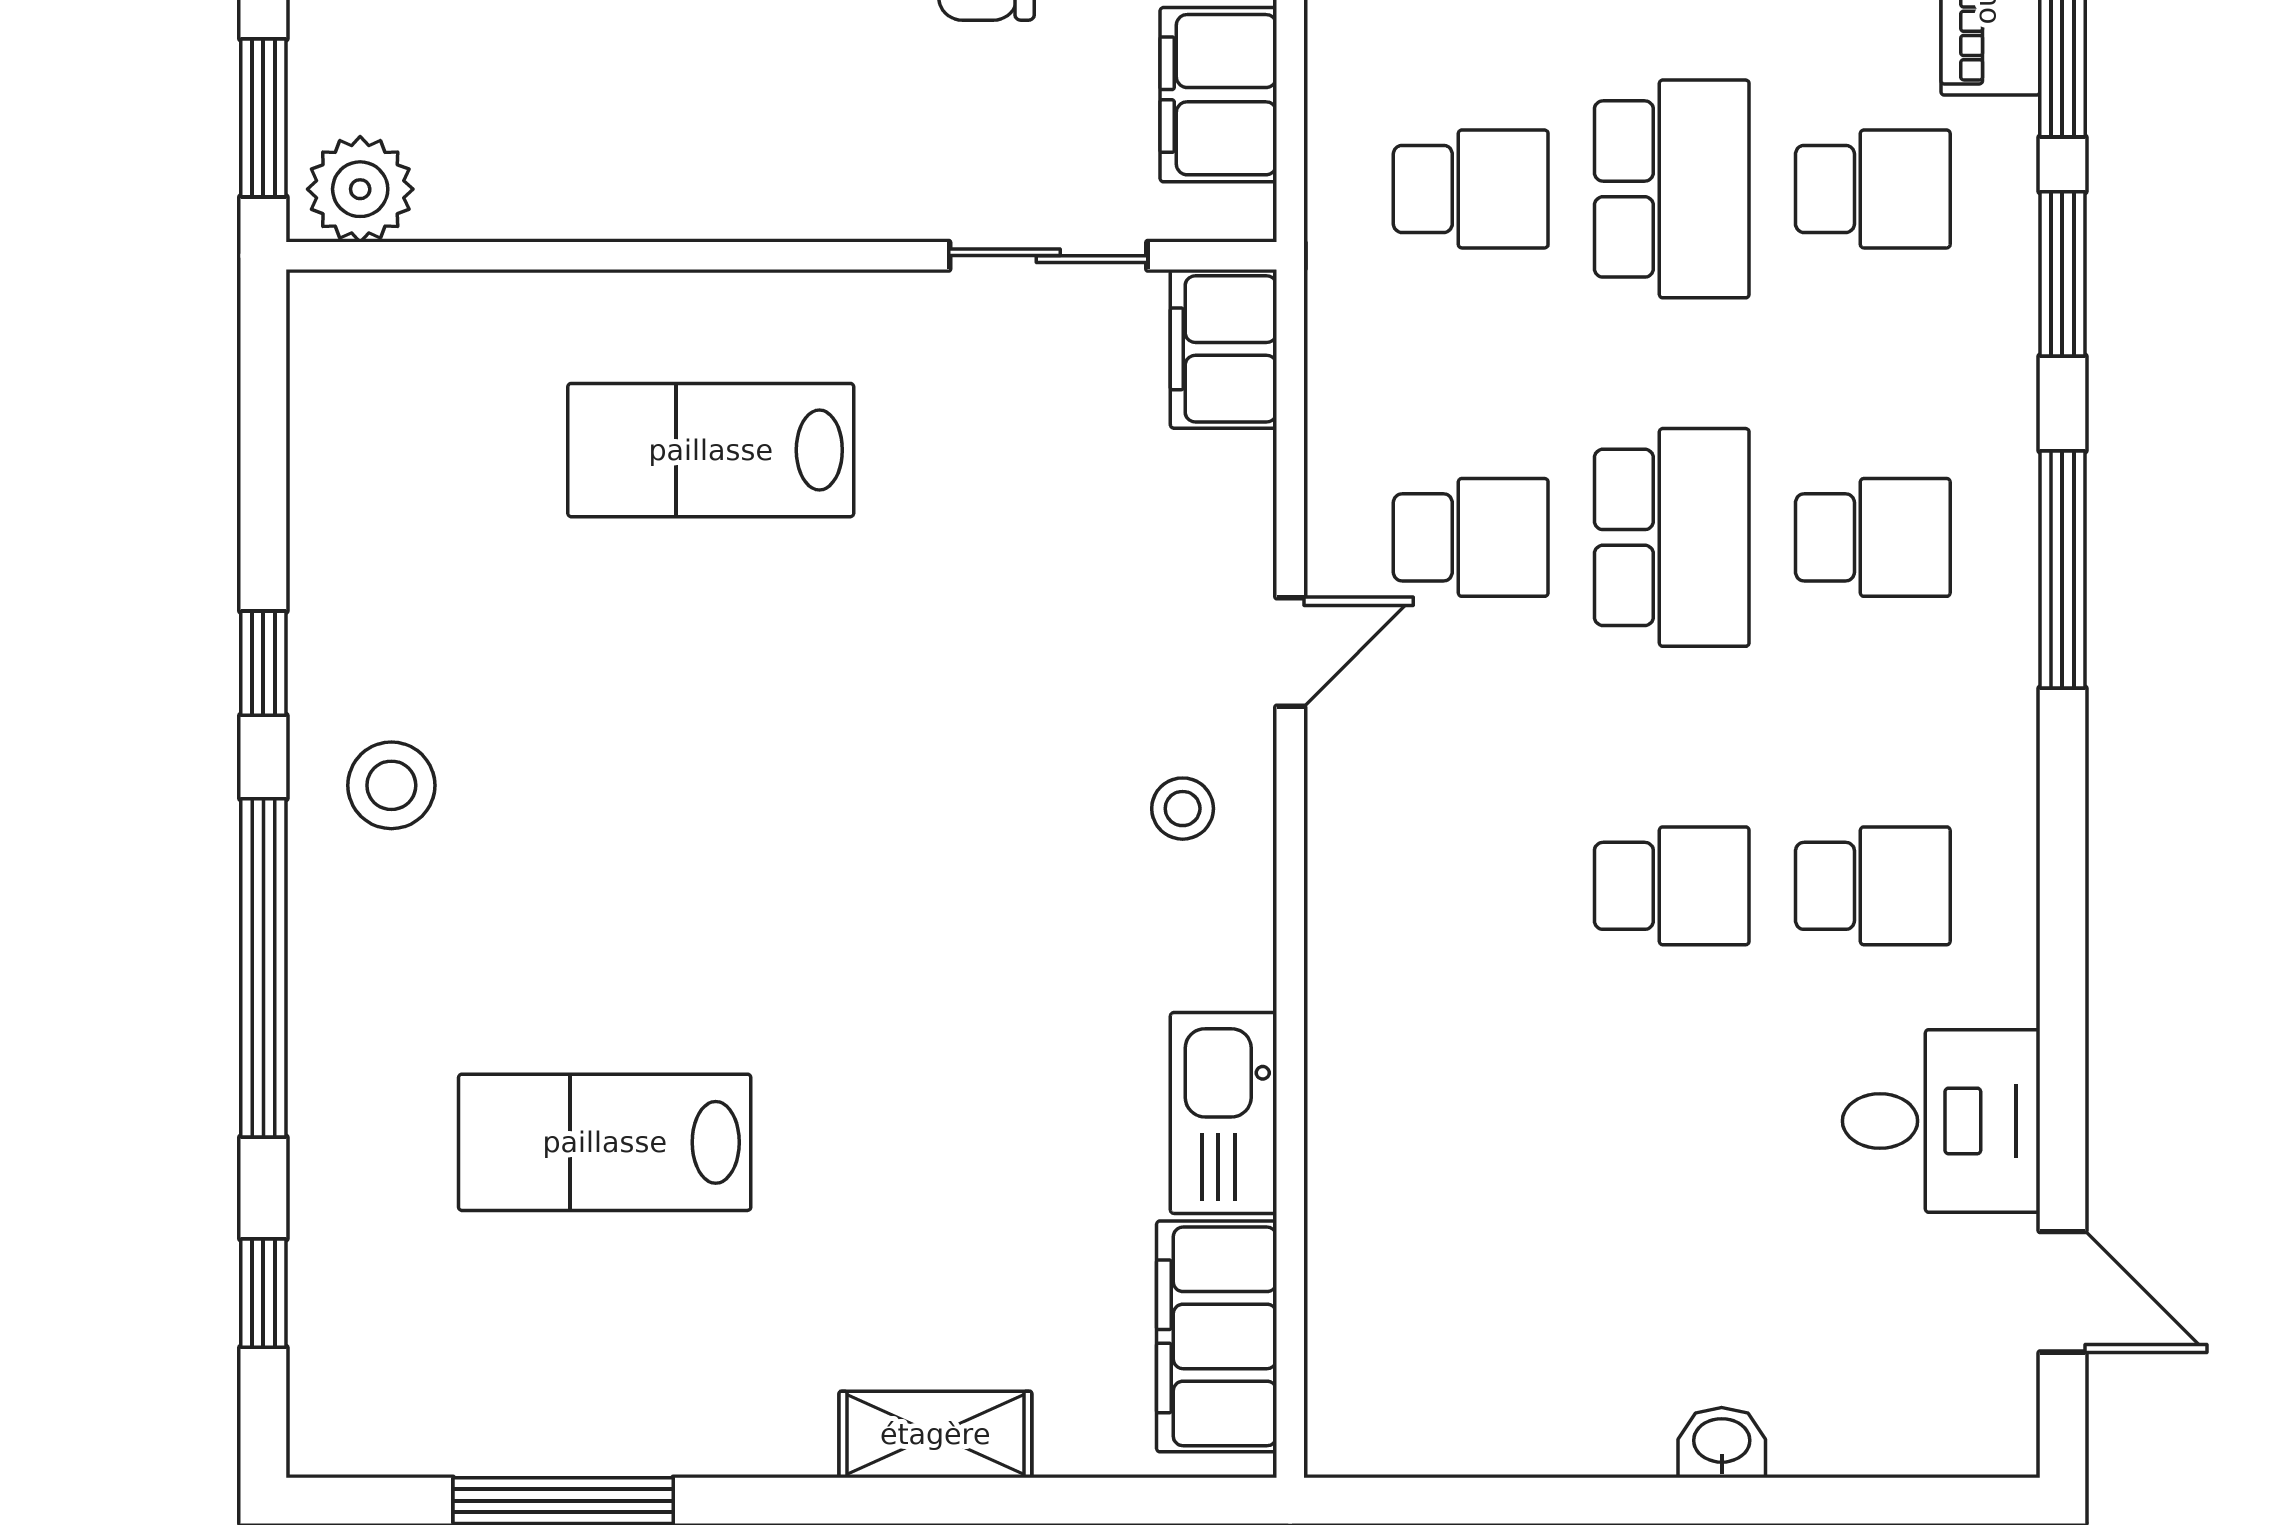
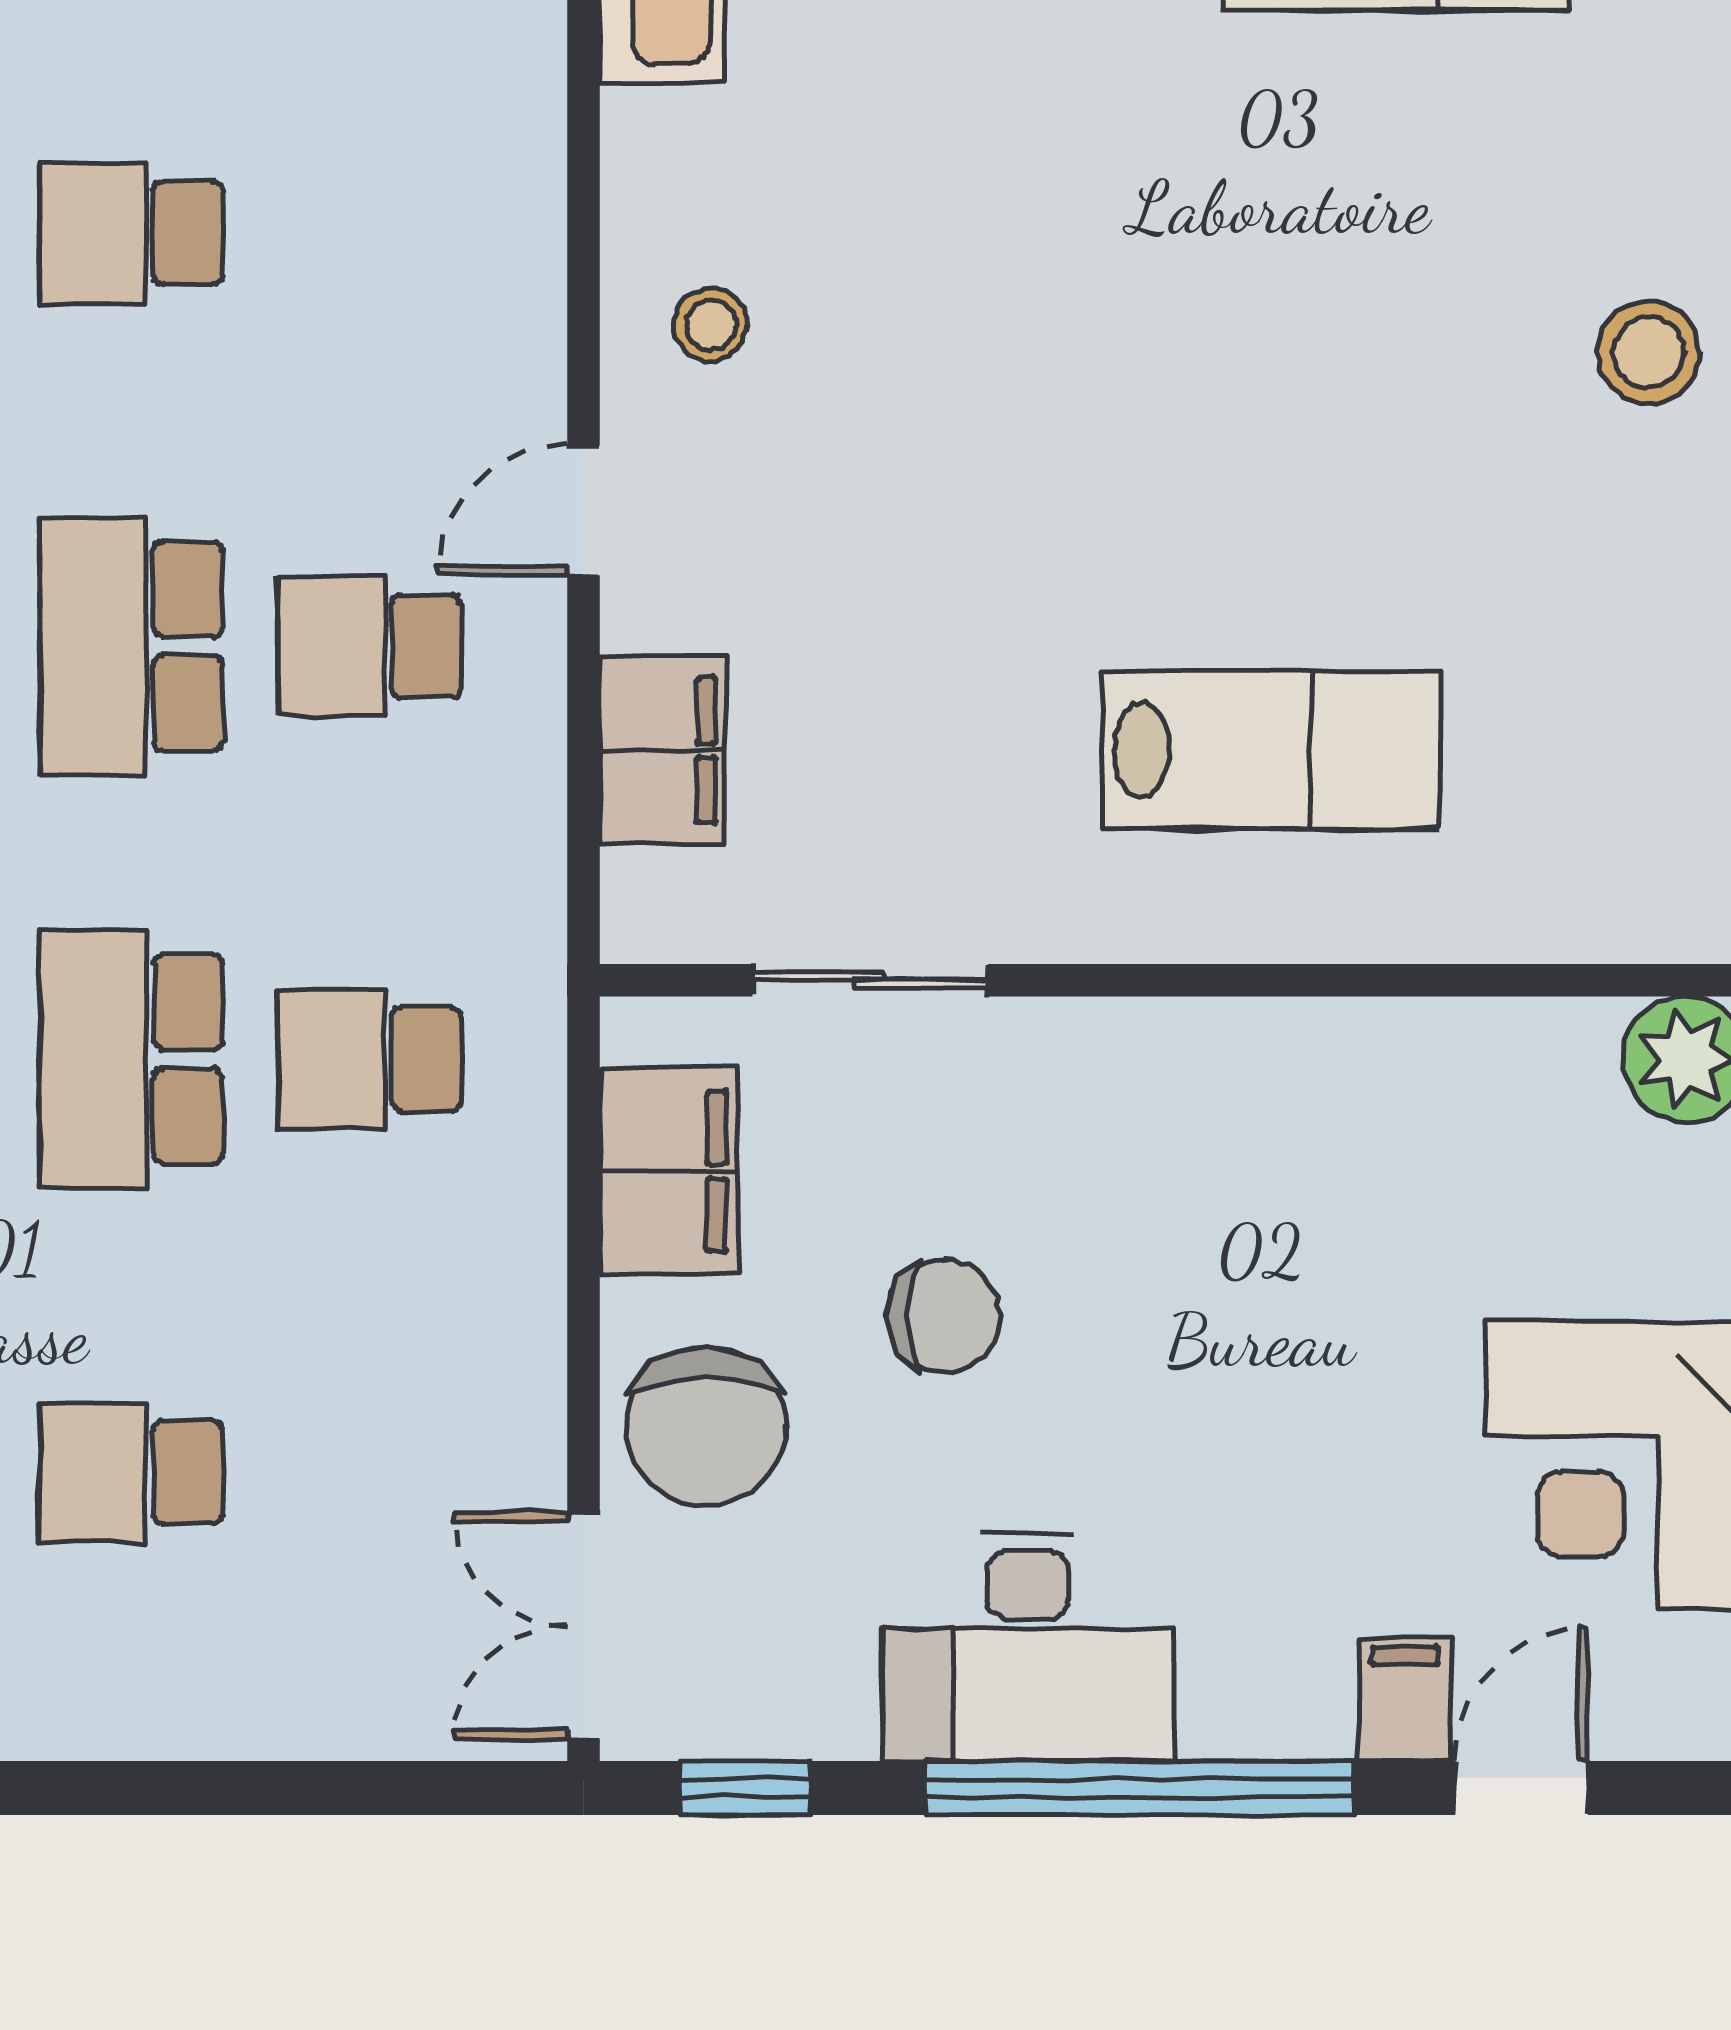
filing cabinet: (1223, 349) -> (662, 750), moved

